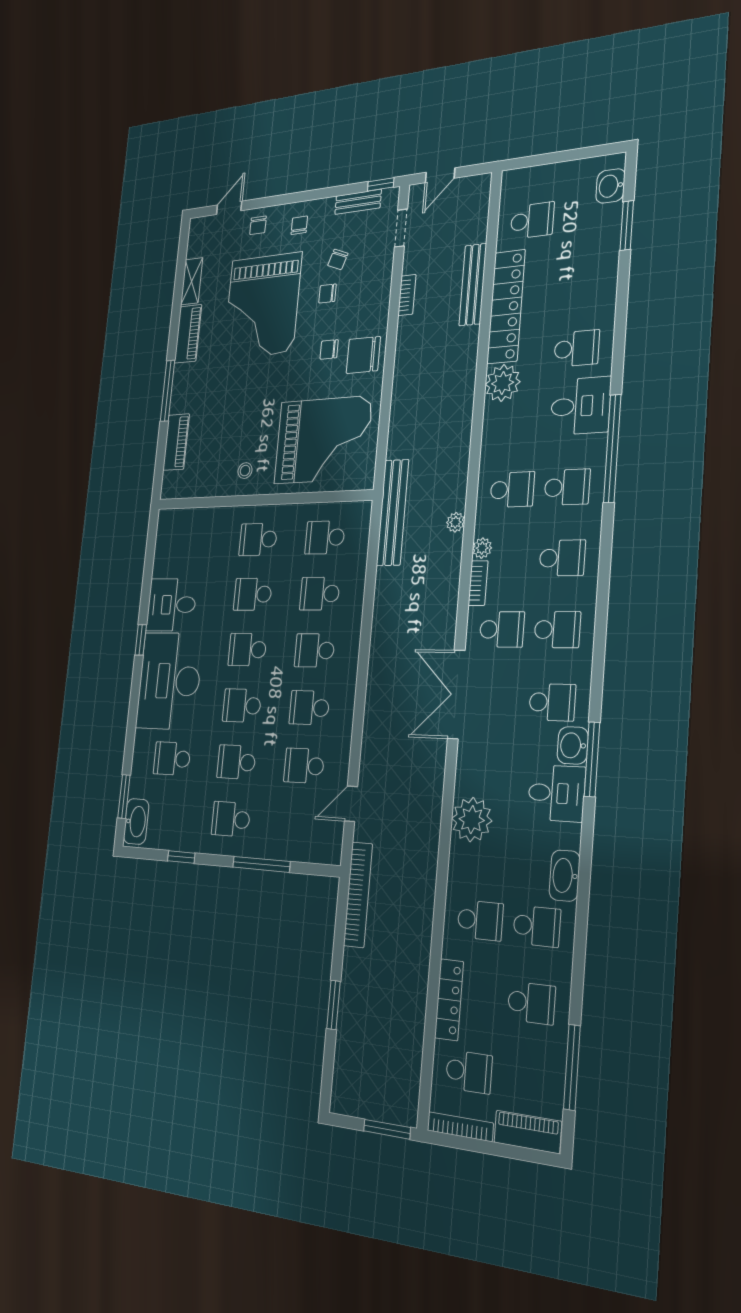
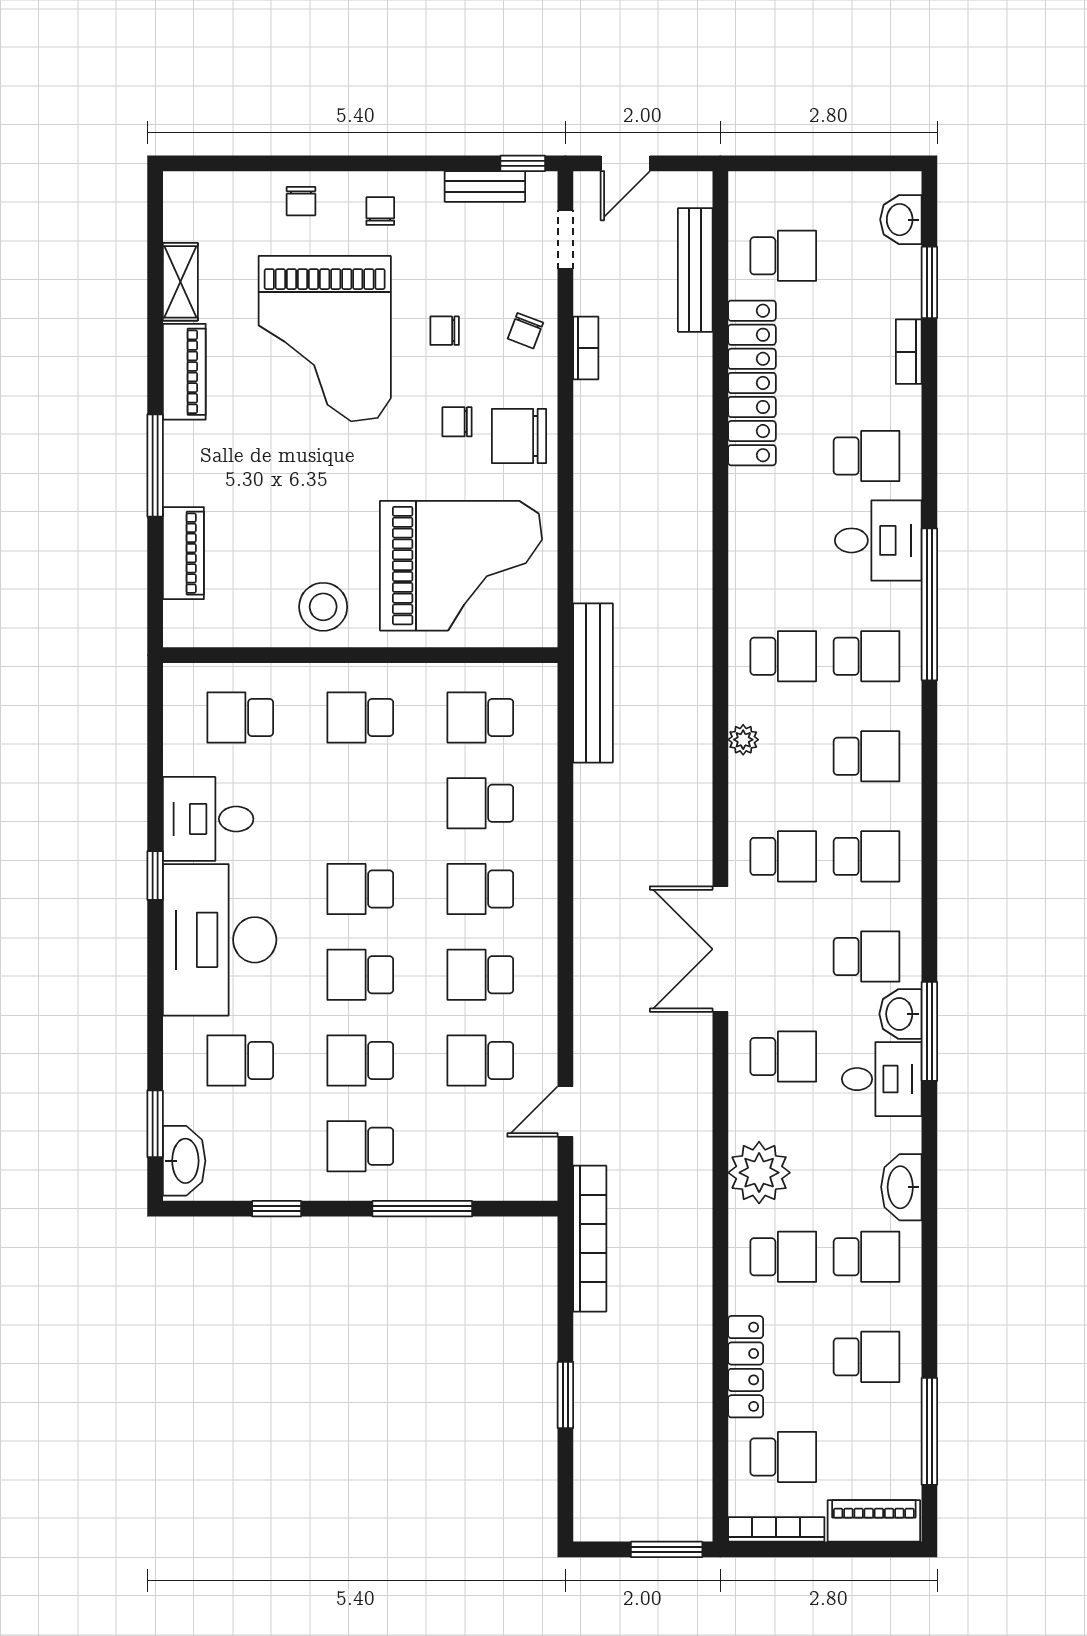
door: (229, 208) -> (240, 163), removed
chair: (338, 259) -> (525, 331), moved
bench: (473, 285) -> (695, 270), moved
plant: (503, 383) -> (756, 498), removed
stool: (245, 471) -> (323, 607), width x1.89, depth x1.89
plant: (456, 522) -> (698, 701), removed
bookcase: (478, 583) -> (909, 352), moved, turned 180
school desk: (253, 594) -> (240, 718), moved
school desk: (491, 773) -> (783, 1057), added
plant: (472, 820) -> (759, 1173), moved

